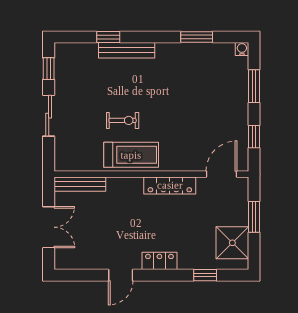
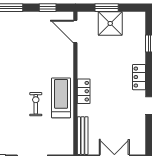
locker: (170, 185) -> (84, 91), moved, width x0.66
shower: (232, 243) -> (110, 23), moved

